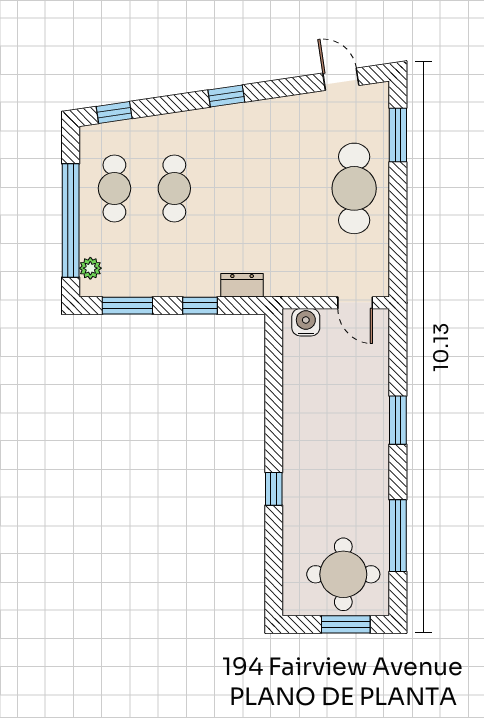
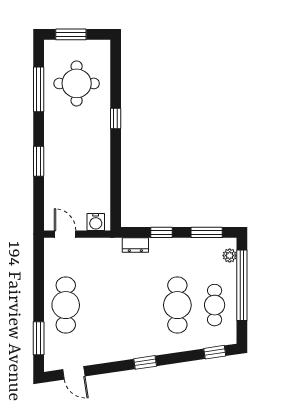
cafe table: (174, 188) -> (177, 305), width x1.37, depth x1.35
round table: (343, 574) -> (77, 83), moved

